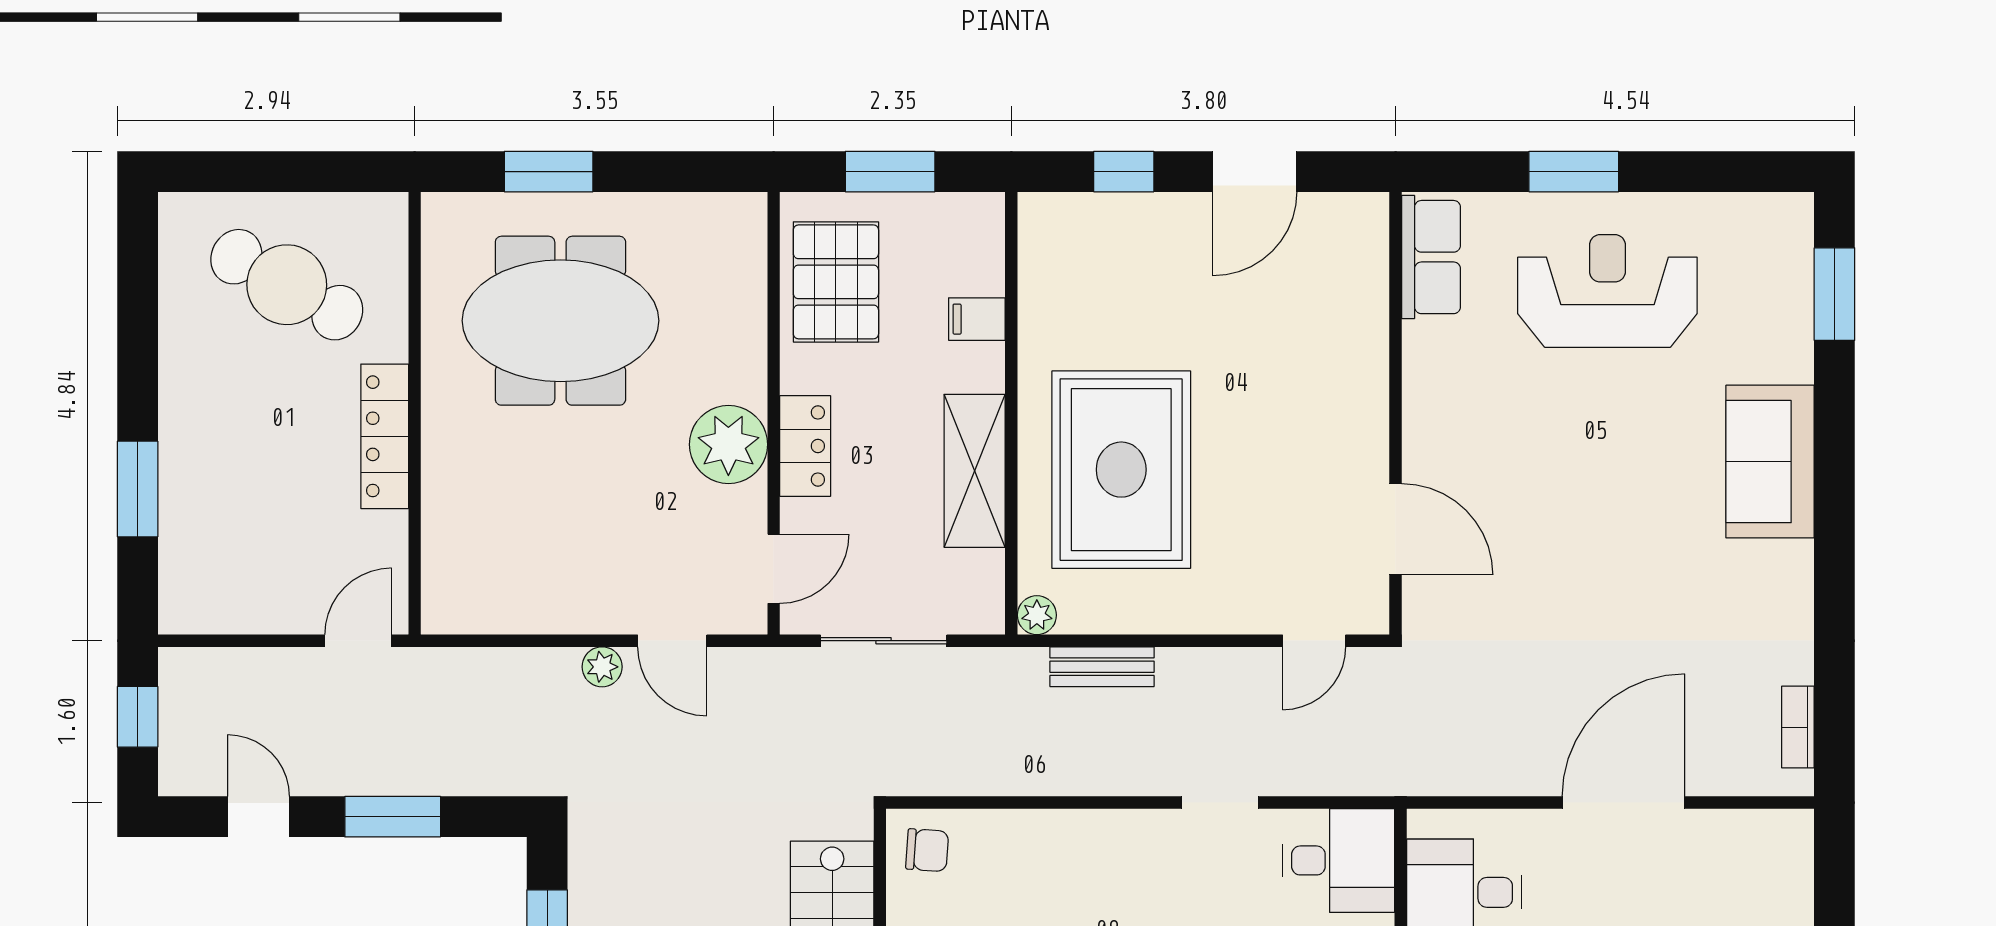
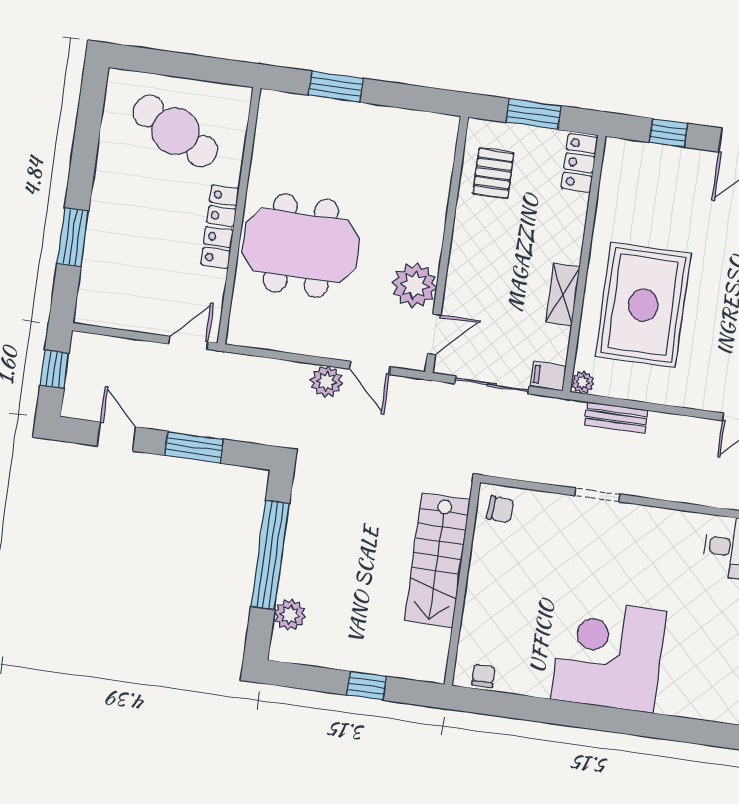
pallet: (836, 282) -> (493, 174), width x0.67, depth x0.71
filing cabinet: (977, 319) -> (548, 376), moved
meeting table: (560, 321) -> (301, 246), moved
plant: (728, 444) -> (414, 285), moved
locker: (805, 446) -> (579, 163), moved, turned 180
shelving: (975, 471) -> (563, 295), width x0.67, depth x0.75
plant: (602, 667) -> (326, 382), width x1.38, depth x1.38
doorway: (1220, 803) -> (597, 495), moved

